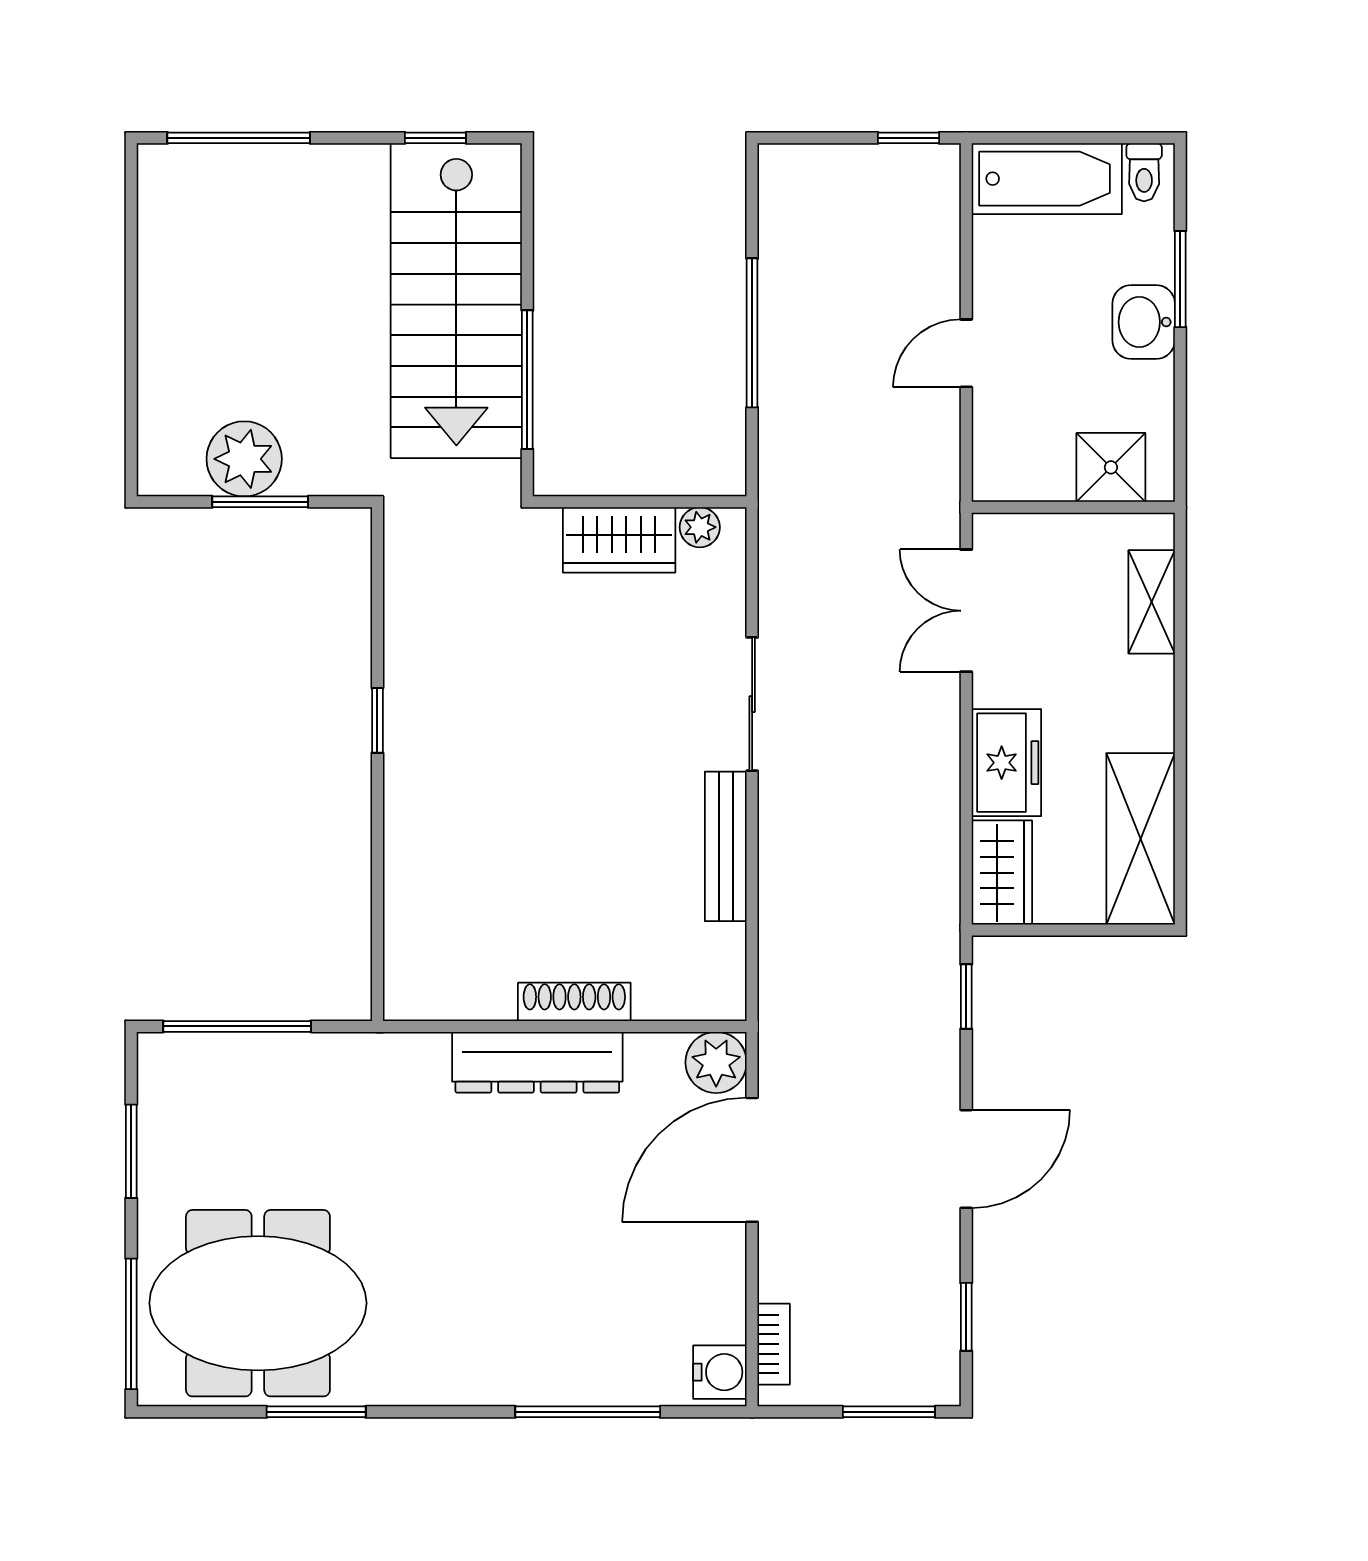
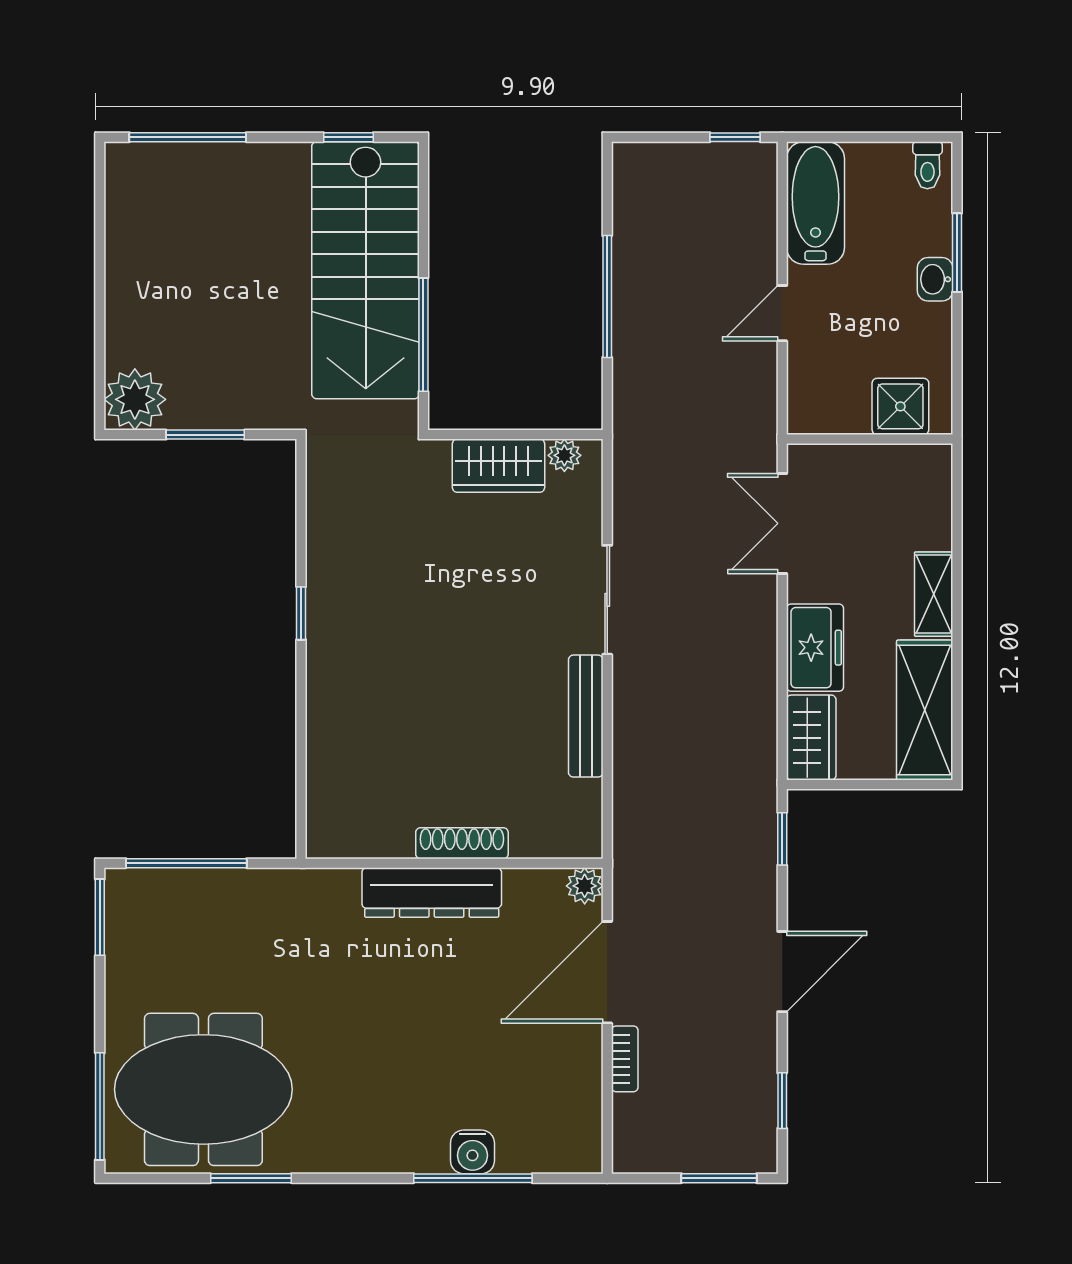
bathtub: (1047, 179) -> (815, 203), moved, turned -90
washbasin: (1144, 322) -> (935, 279), width x0.72, depth x0.69
plant: (244, 459) -> (135, 399), moved
shelving: (1152, 602) -> (934, 594), moved
plant: (716, 1062) -> (585, 886), width x0.73, depth x0.73
window: (131, 1151) -> (100, 917), moved
bookcase: (774, 1344) -> (625, 1059), moved
water cooler: (720, 1372) -> (472, 1152), moved, turned 90

